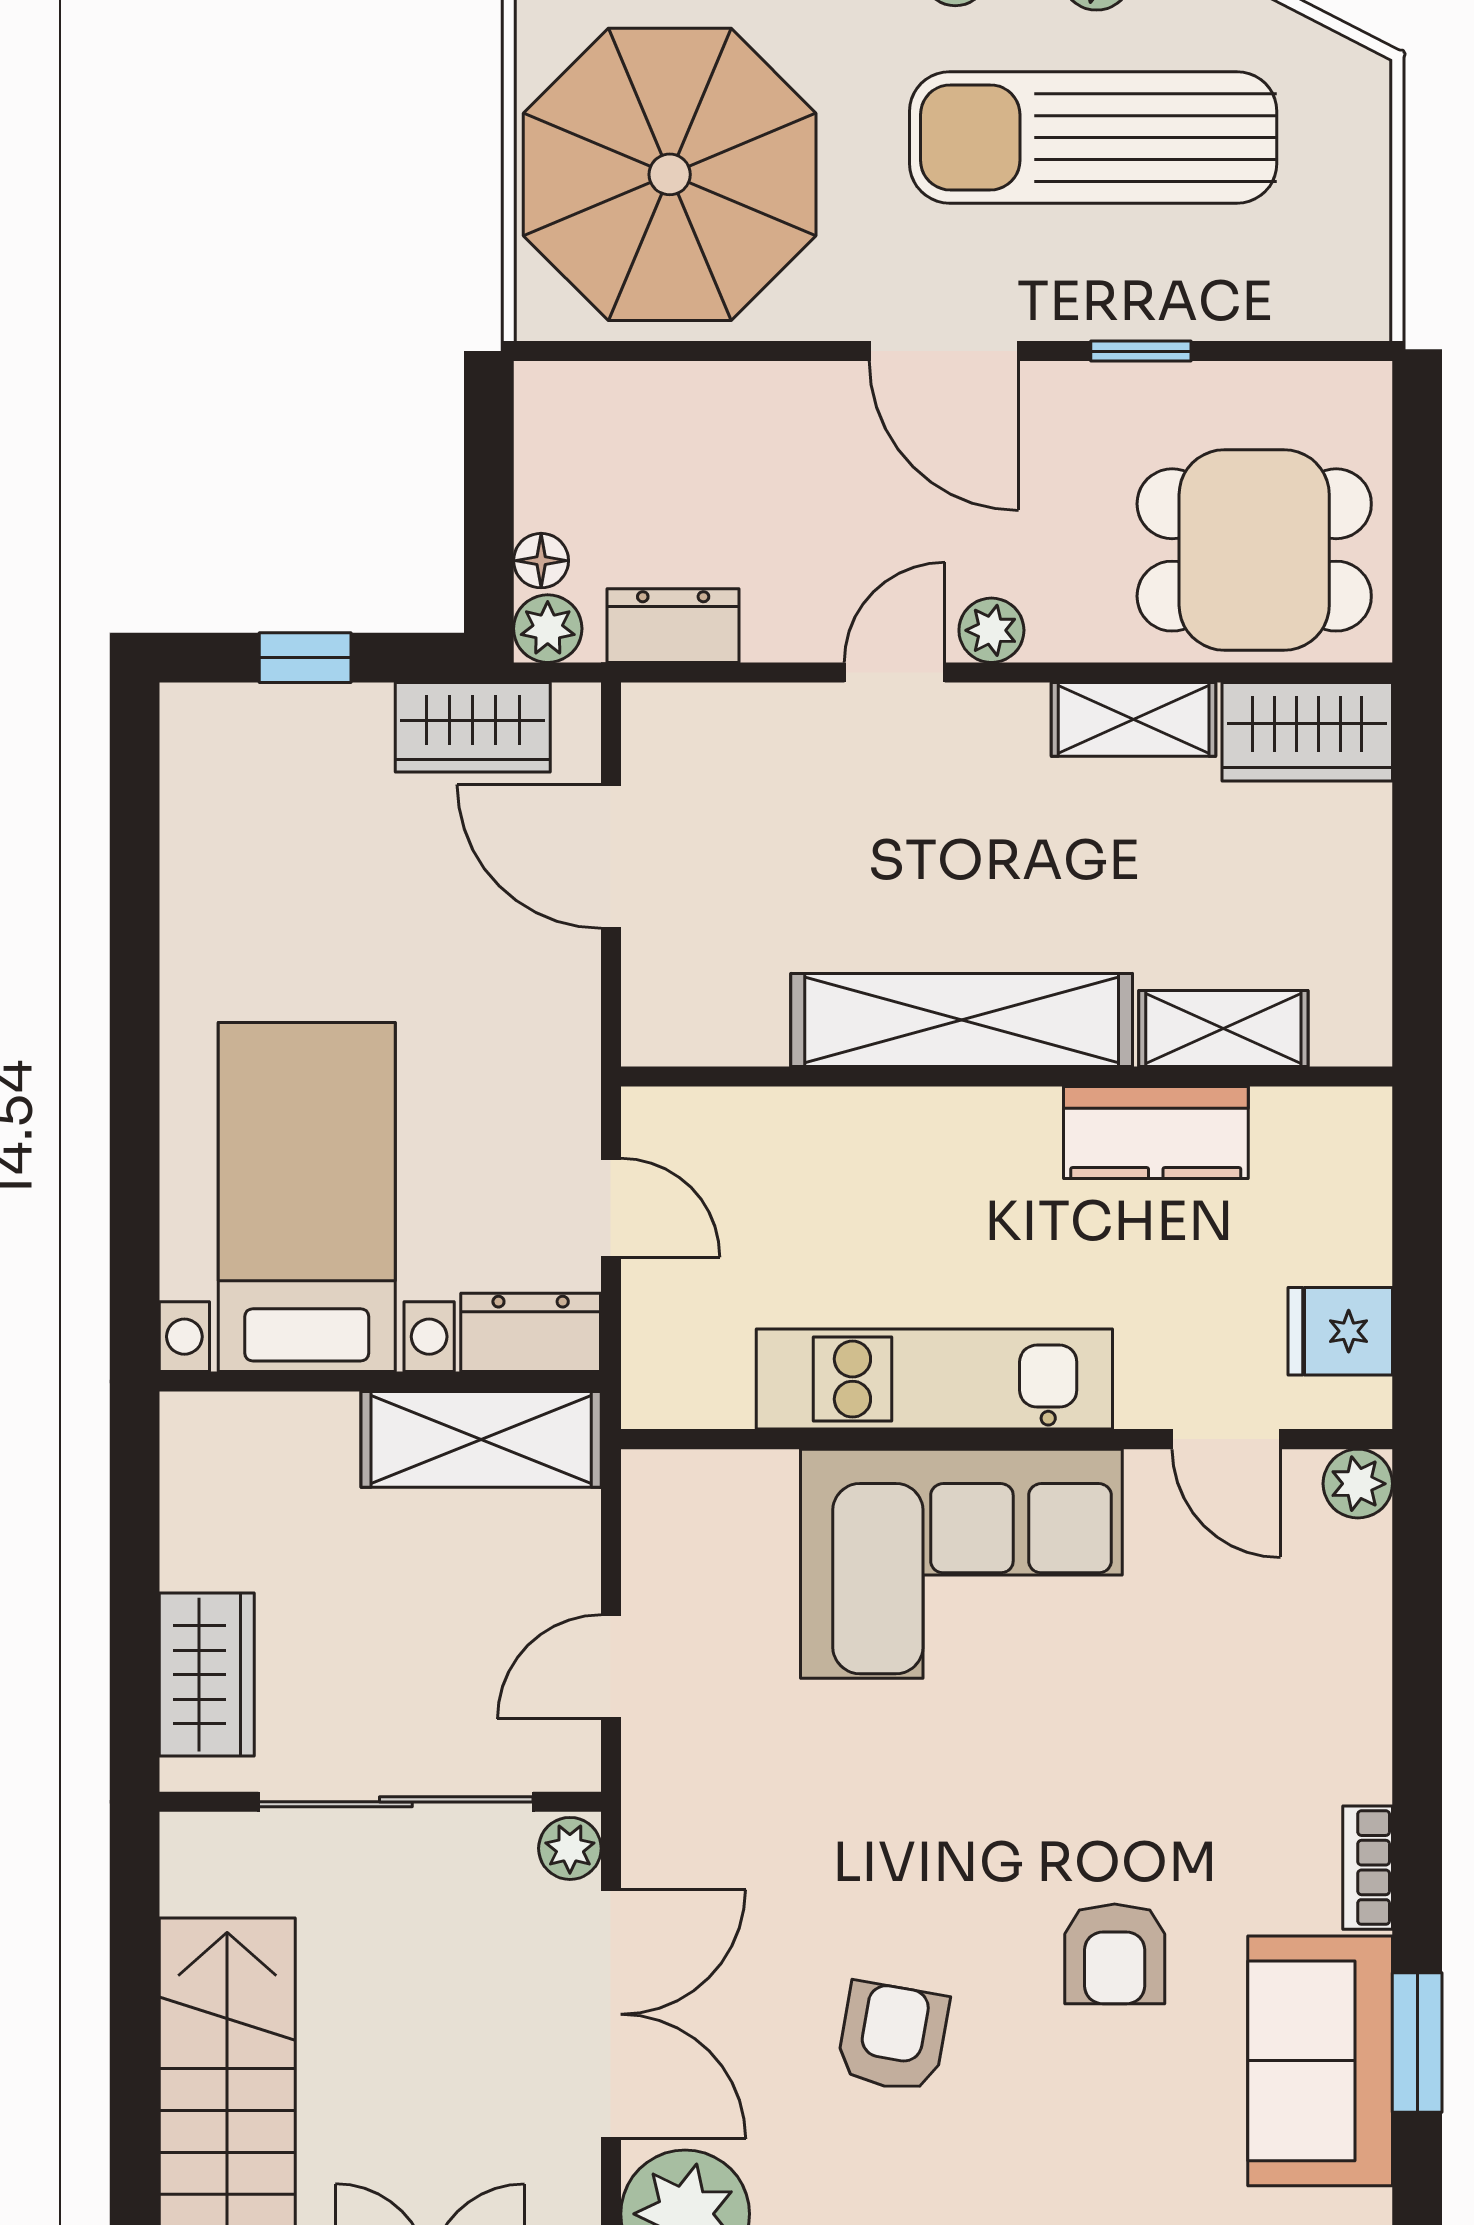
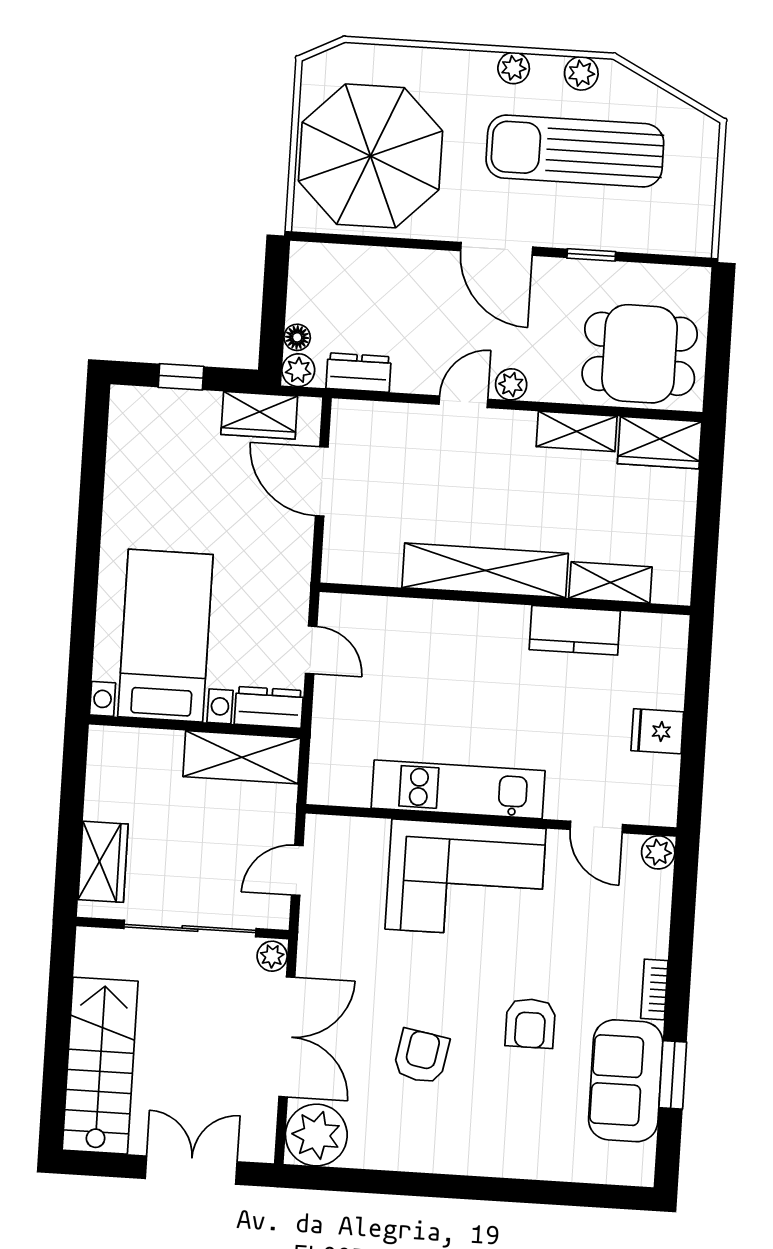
kitchen unit: (934, 1379) -> (458, 789), moved
wall: (1007, 1439) -> (491, 820), moved
door: (1226, 1439) -> (596, 827), moved
plant: (1358, 1484) -> (658, 852), moved
corner sofa: (961, 1564) -> (466, 879), moved

